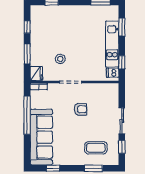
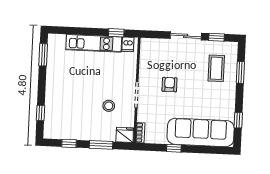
window: (122, 27) -> (74, 31), removed
window: (27, 115) -> (174, 148), width x0.32

